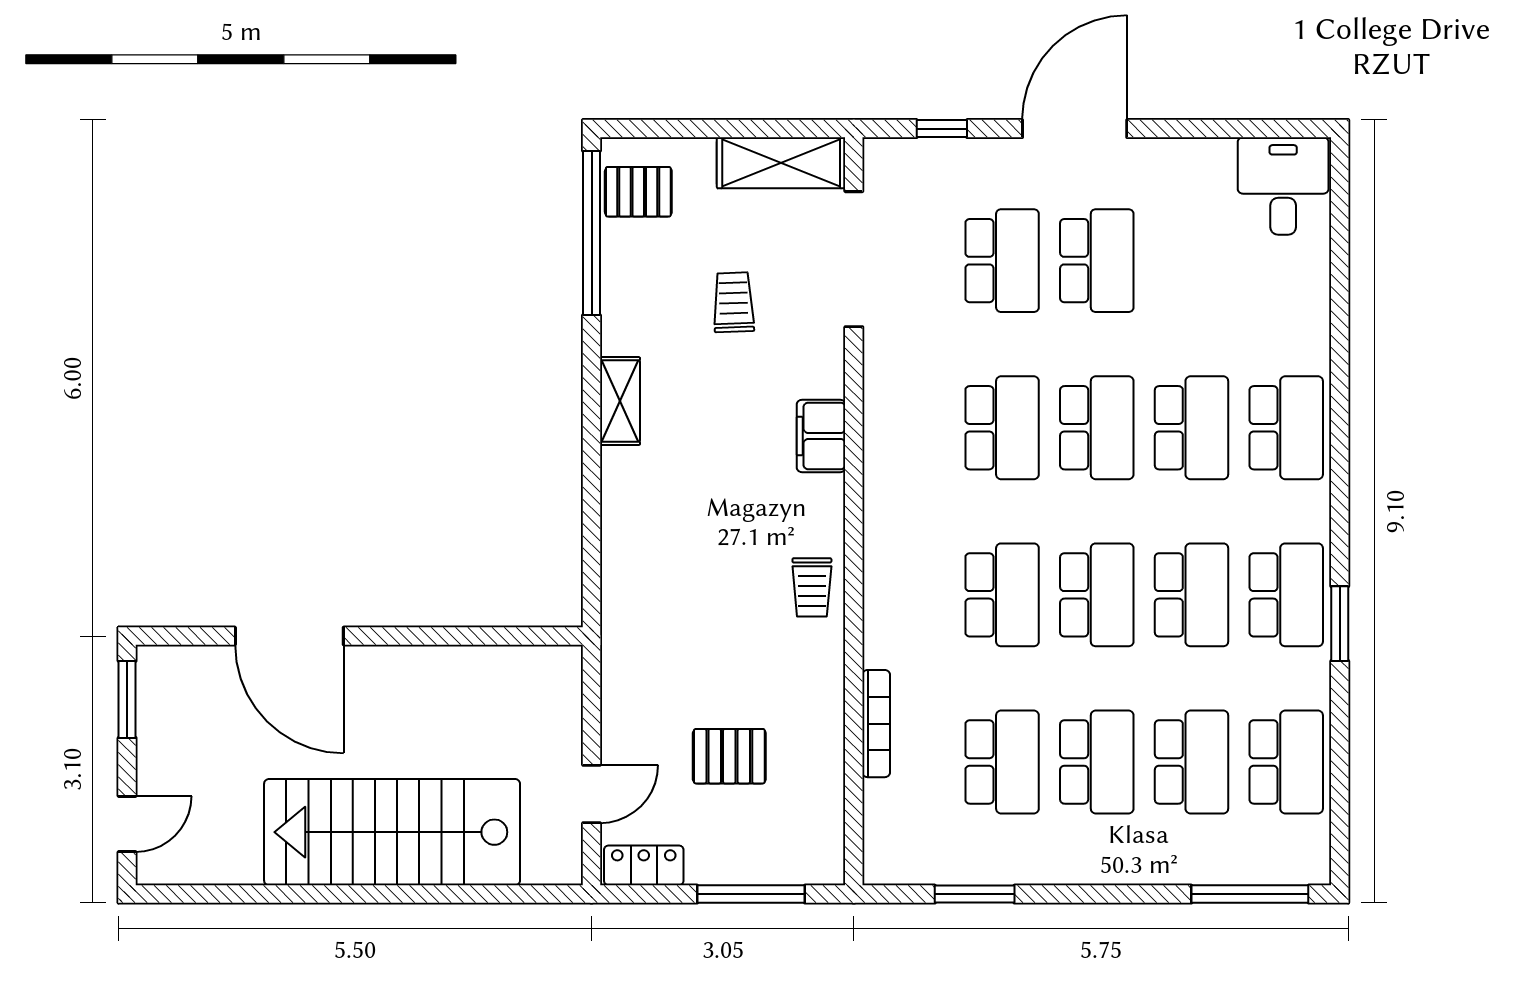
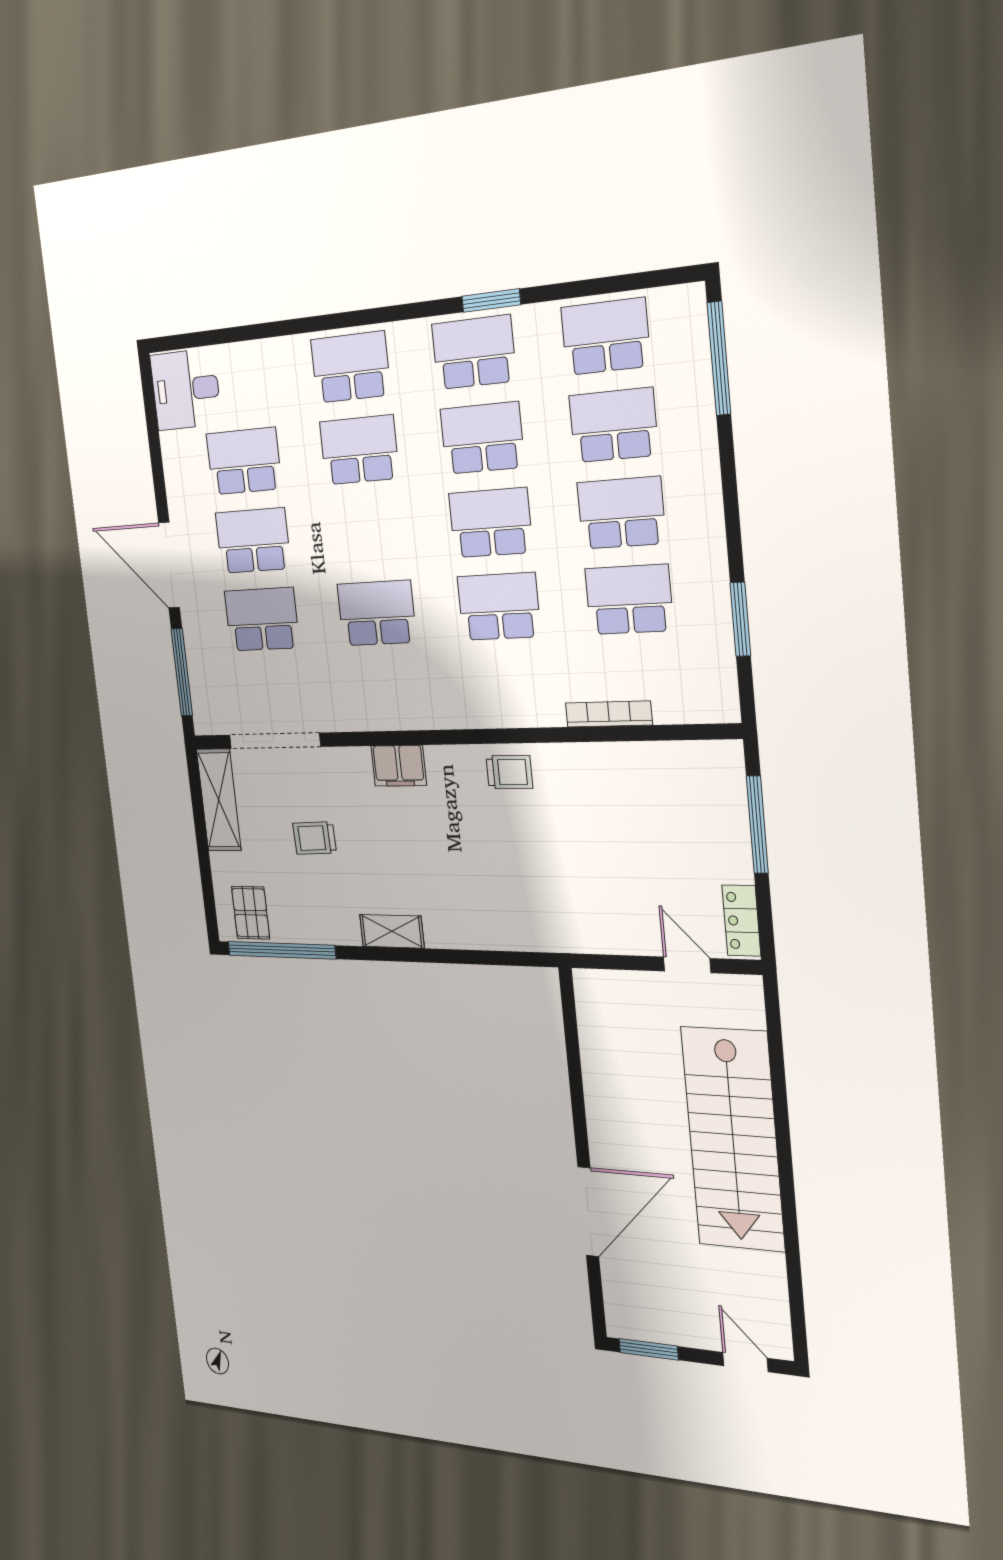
window: (942, 129) -> (182, 672), width x2.17
school desk: (1097, 428) -> (244, 461), moved
pallet: (729, 756) -> (646, 844), removed

